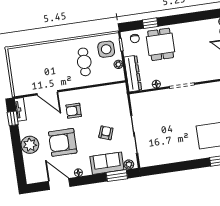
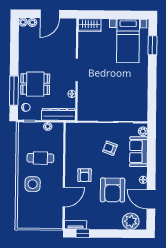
window: (150, 23) -> (14, 91), width x2.17
side table: (106, 49) -> (33, 184), moved
plant: (30, 145) -> (131, 221), moved
window: (117, 176) -> (151, 144), removed
door: (59, 184) -> (151, 199), hinge flipped

